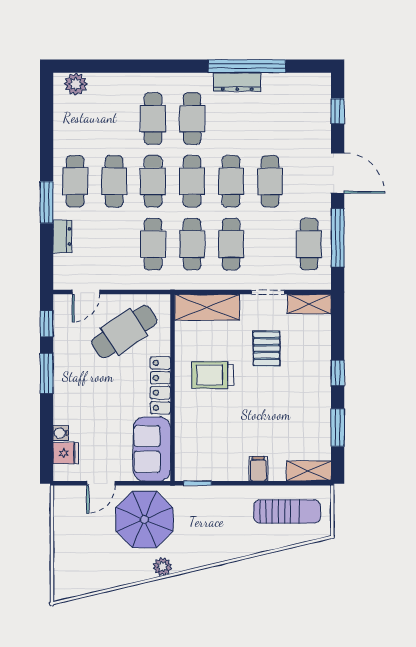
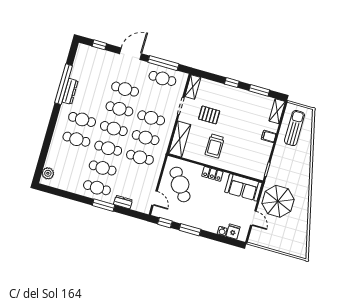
locker: (160, 385) -> (212, 174), width x0.66
plant: (162, 567) -> (304, 199), removed

